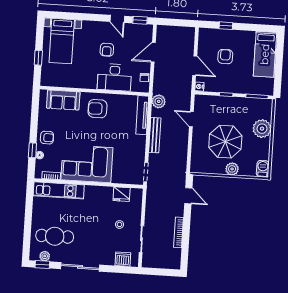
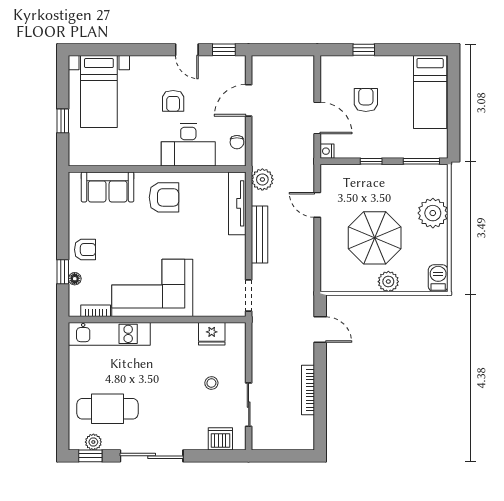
armchair: (98, 109) -> (164, 197), turned 180

